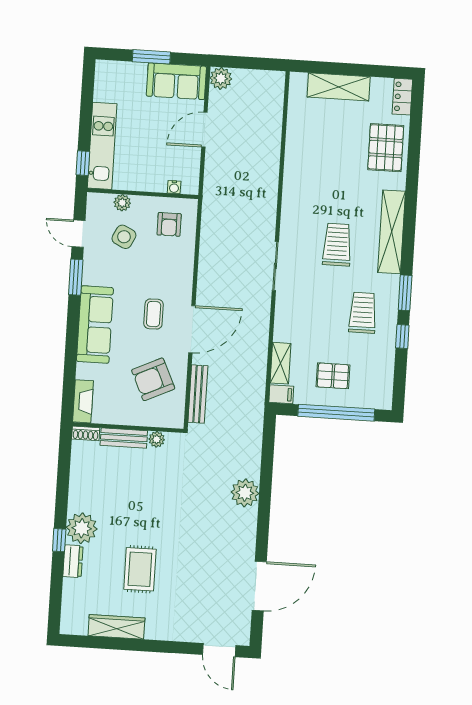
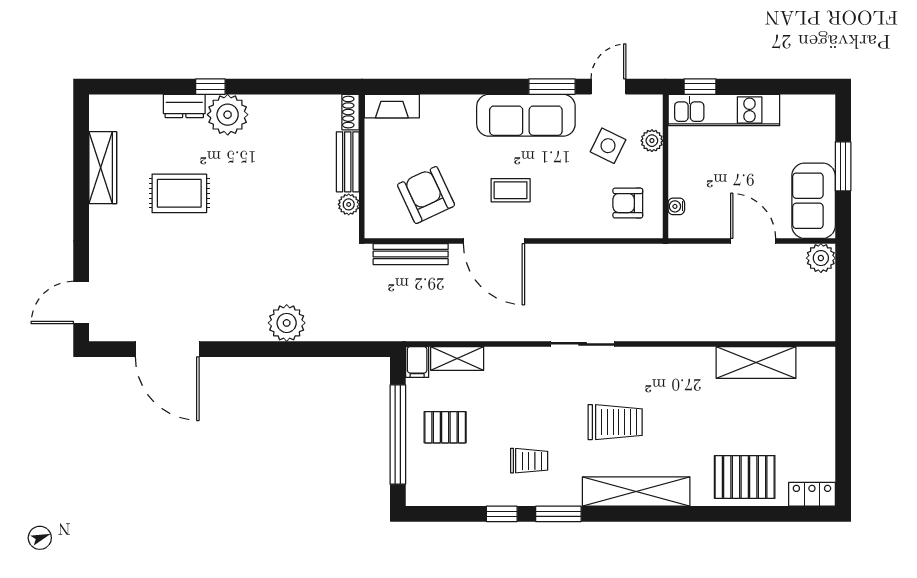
shelving: (339, 87) -> (756, 362), moved, turned 90
trolley: (363, 313) -> (529, 461), width x0.73, depth x0.72
sofa: (95, 325) -> (526, 115), moved
pallet: (333, 376) -> (445, 427), turned 90

